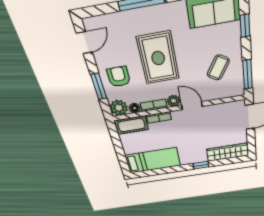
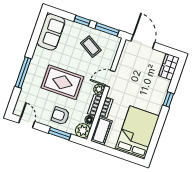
window: (245, 26) -> (82, 21), moved
wardrobe: (228, 152) -> (169, 67), width x0.67
bed: (153, 160) -> (137, 133), width x1.50

